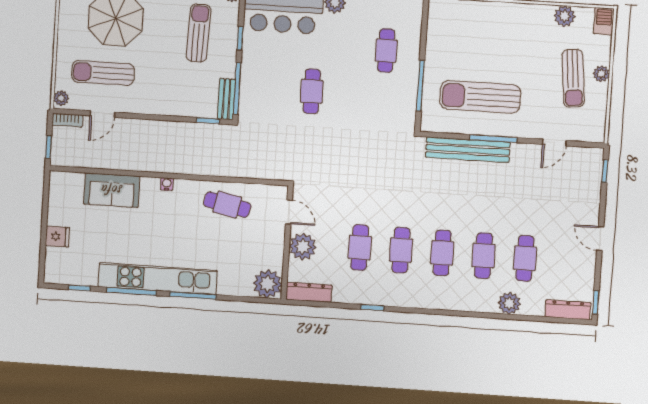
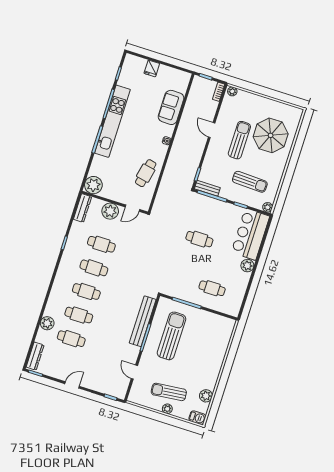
sun lounger: (103, 73) -> (239, 140), moved
door: (102, 114) -> (212, 130), moved

